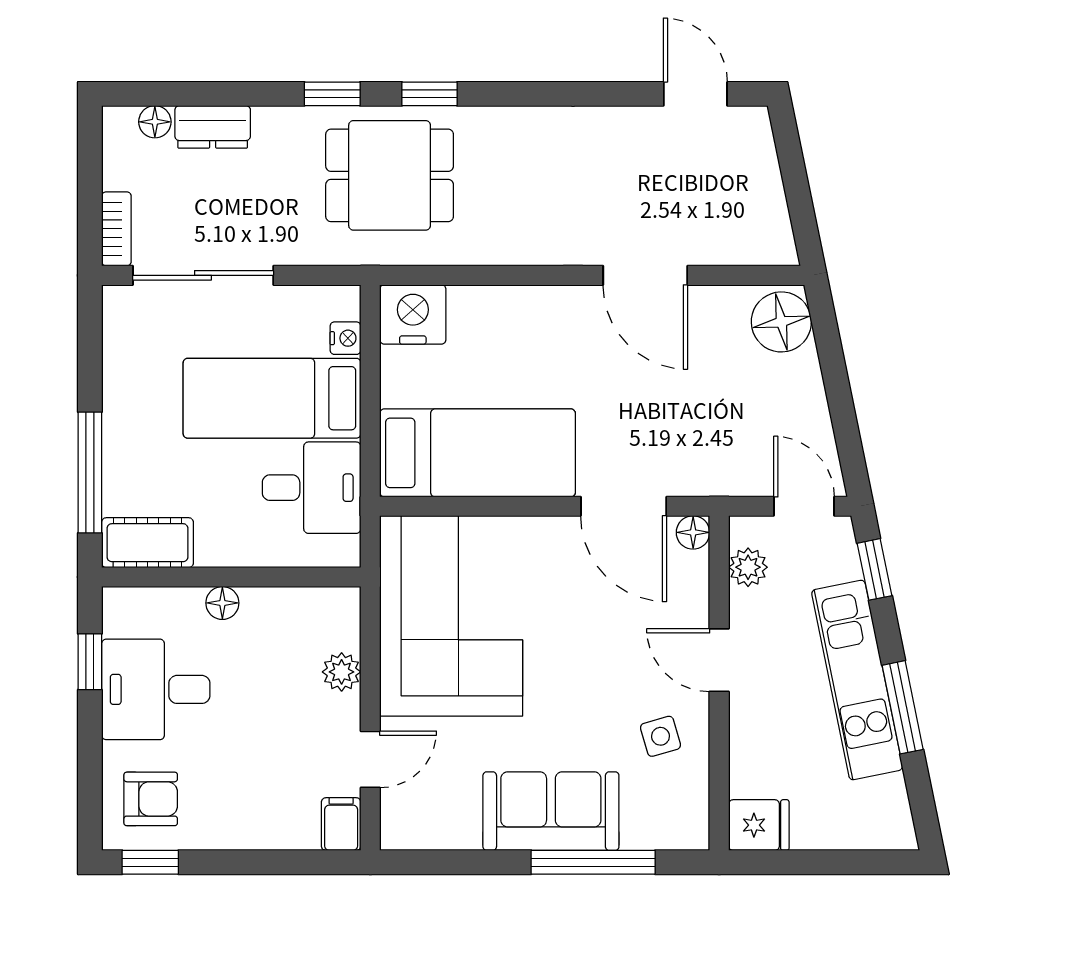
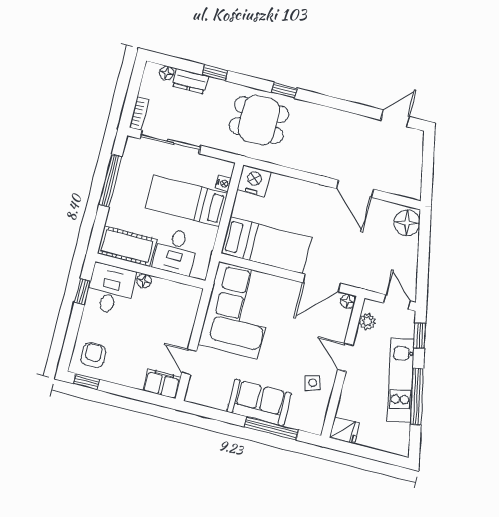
window: (332, 94) -> (215, 73), moved
door: (695, 94) -> (395, 118), hinge flipped
window: (90, 473) -> (110, 181), moved
desk: (312, 488) -> (176, 251), moved, turned 90
door: (624, 506) -> (322, 283), hinge flipped
cot: (147, 543) -> (127, 246), width x1.37, depth x1.34
plant: (342, 672) -> (186, 322), removed
desk: (156, 689) -> (111, 289), moved, turned 90
window: (903, 707) -> (417, 396), width x1.44
door: (370, 759) -> (189, 362), swing flipped
armchair: (151, 799) -> (93, 355), turned -90
filing cabinet: (341, 824) -> (162, 384), width x2.00

